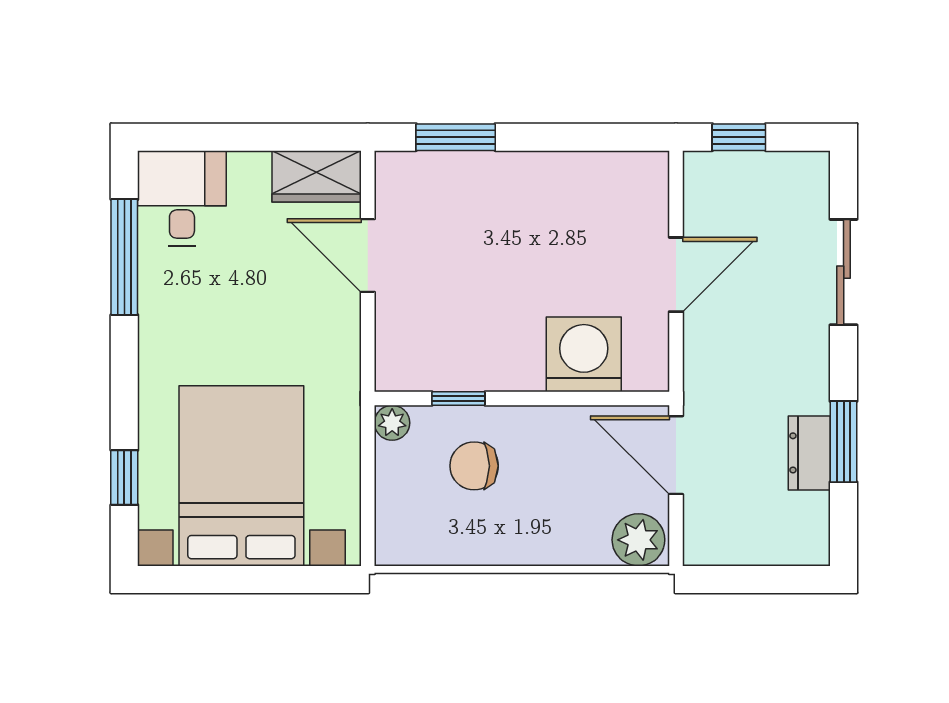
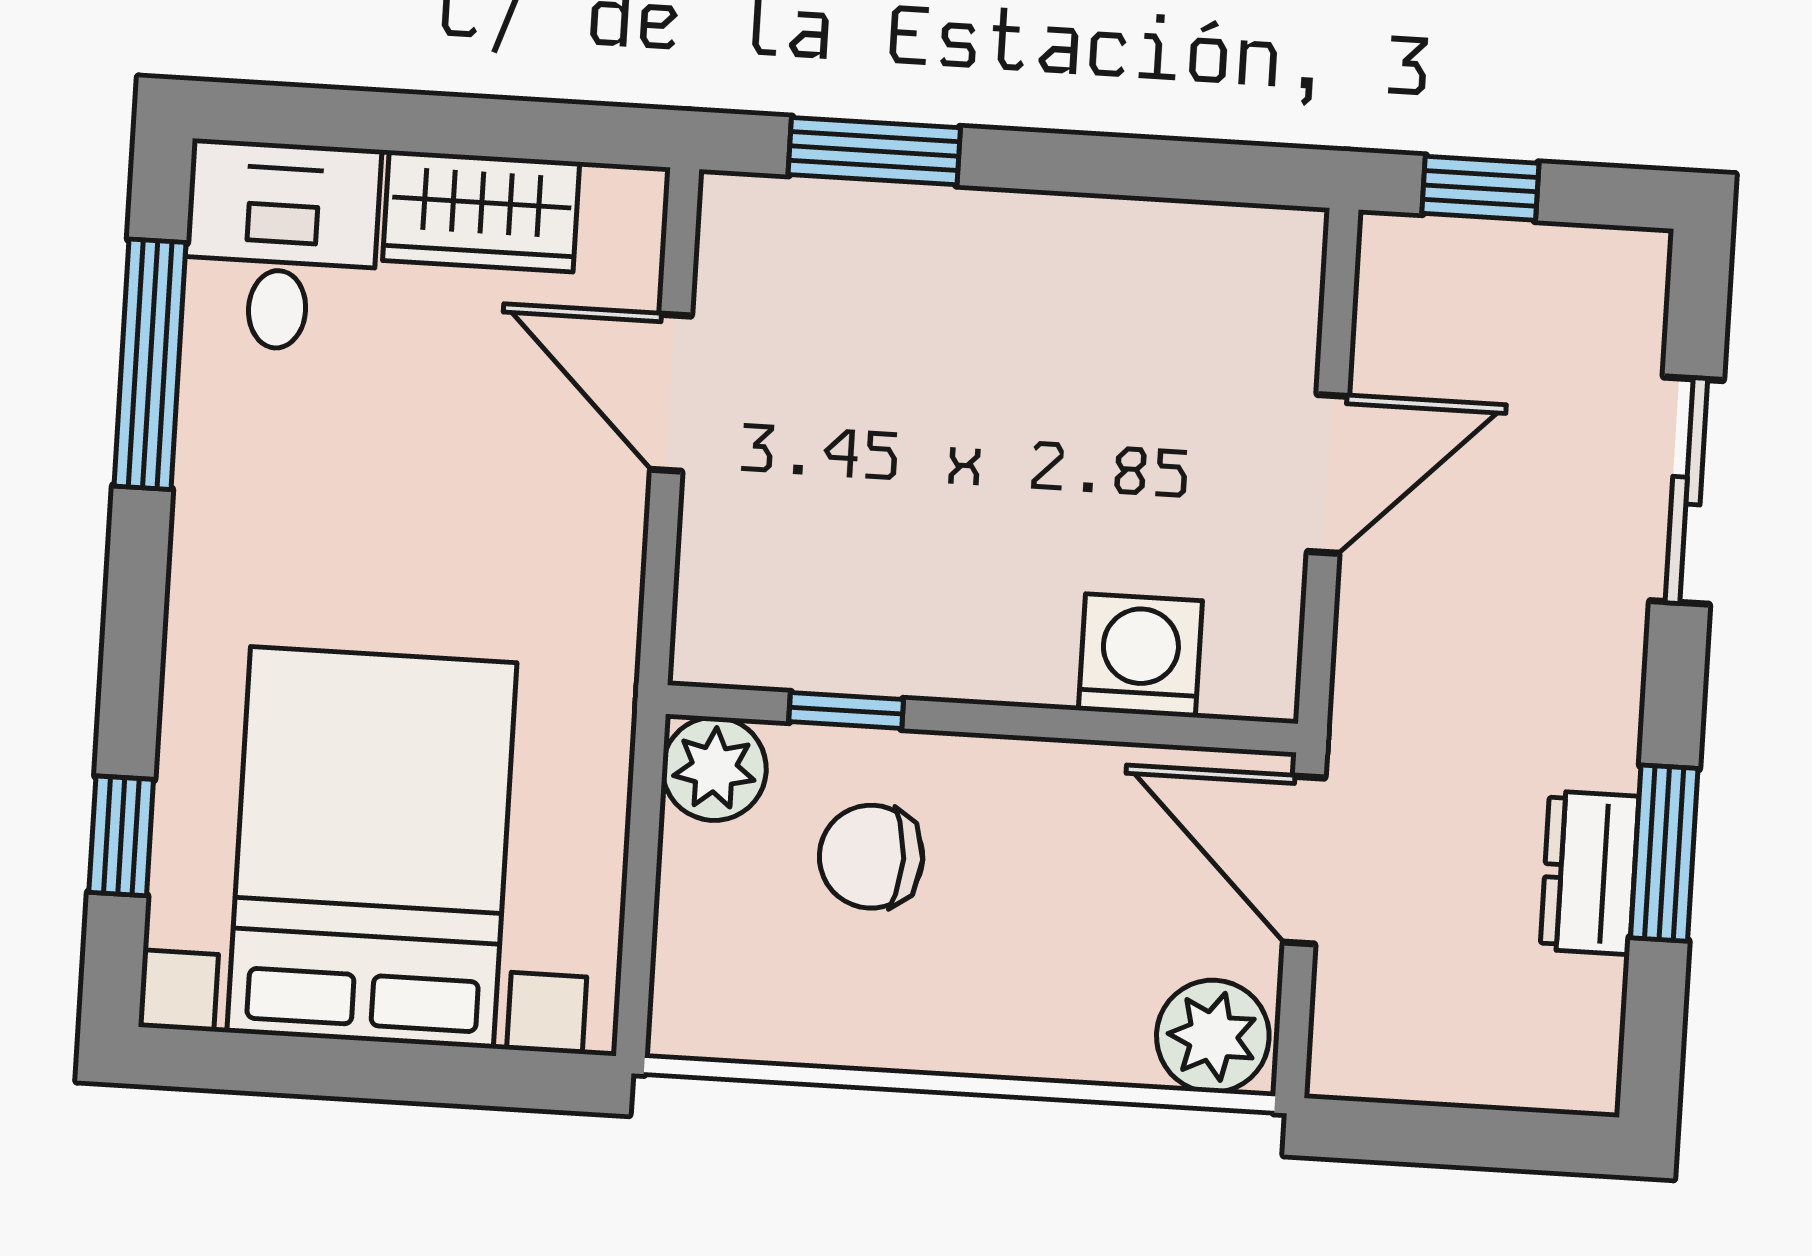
wardrobe: (317, 176) -> (481, 211), moved
washing machine: (584, 354) -> (1140, 656), width x0.73, depth x0.73
plant: (392, 423) -> (714, 769), width x1.38, depth x1.38

